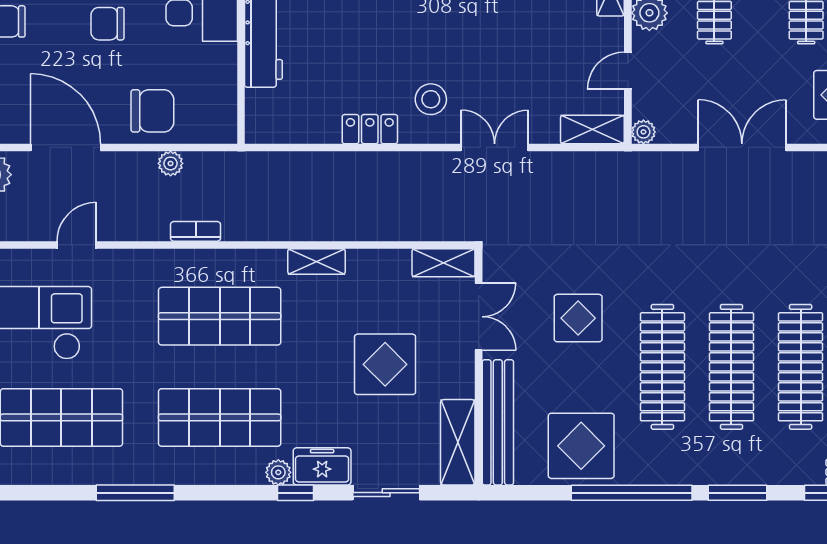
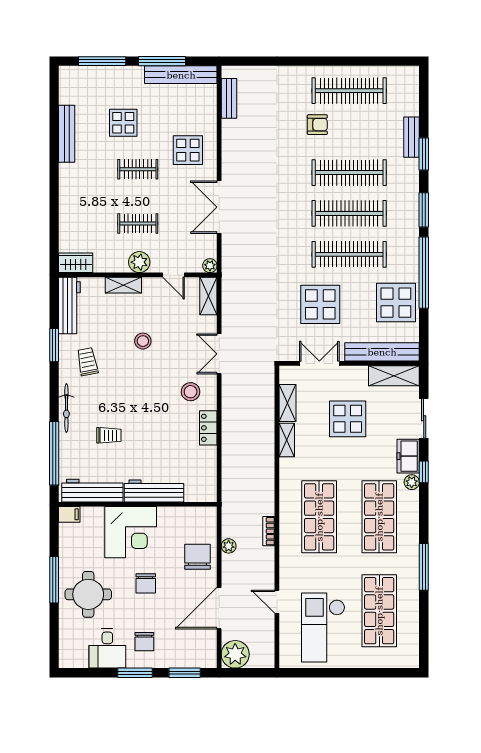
stool: (516, 19) -> (143, 341), added
shelving: (317, 261) -> (287, 440), moved
shelving: (443, 263) -> (287, 403), moved
display table: (578, 318) -> (320, 304), width x1.36, depth x1.36

